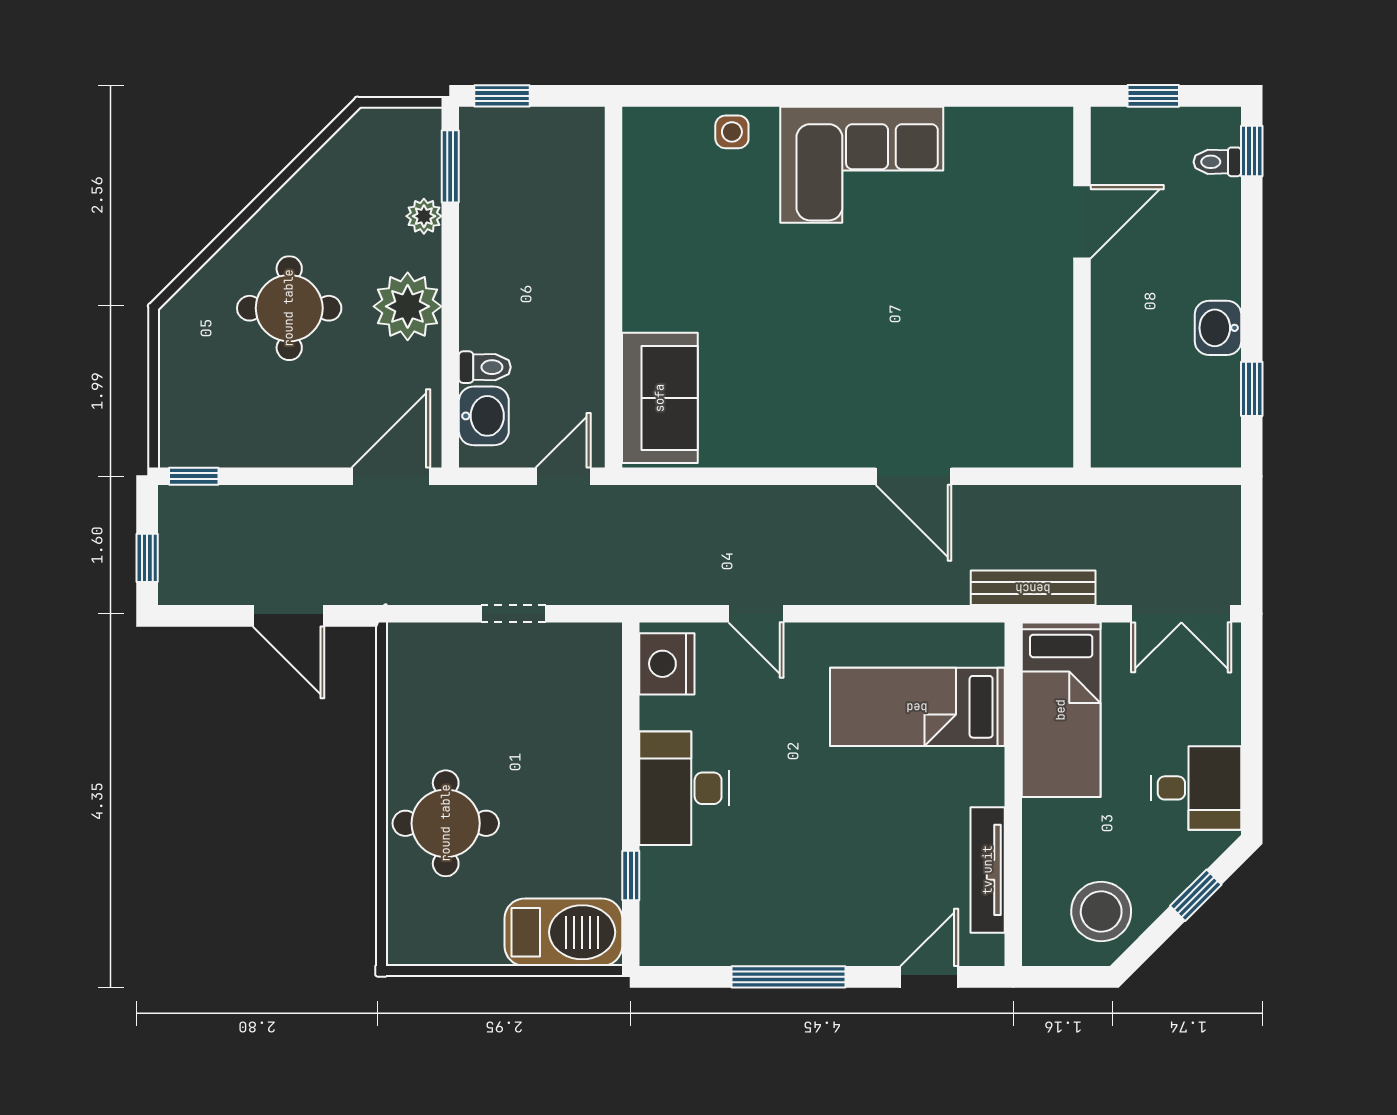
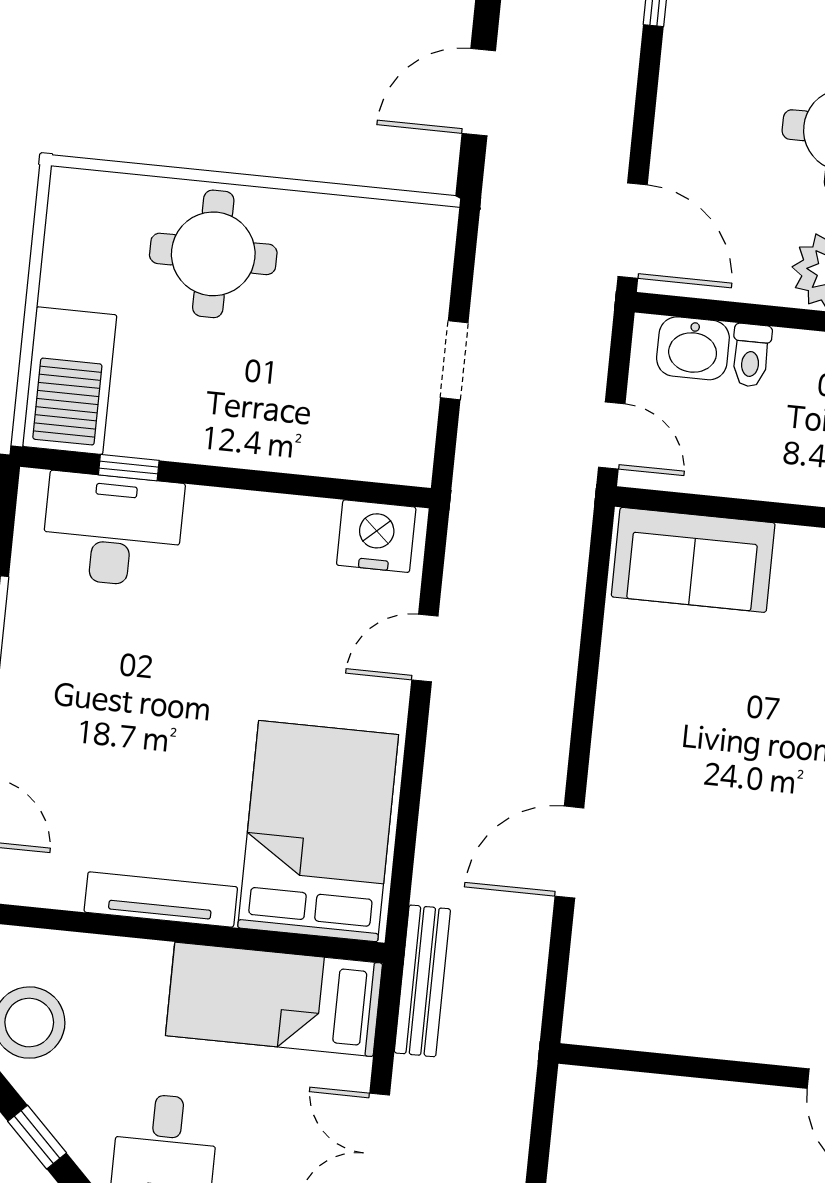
bed: (917, 707) -> (318, 831), width x1.50
desk: (684, 788) -> (113, 530), moved
tv unit: (988, 870) -> (161, 899), moved

